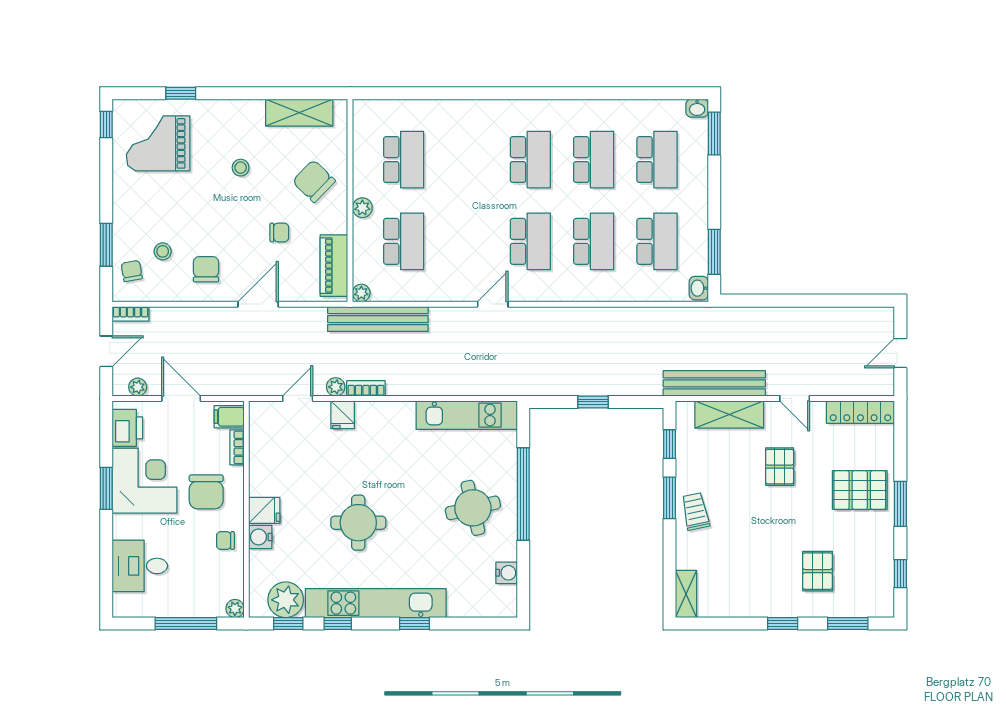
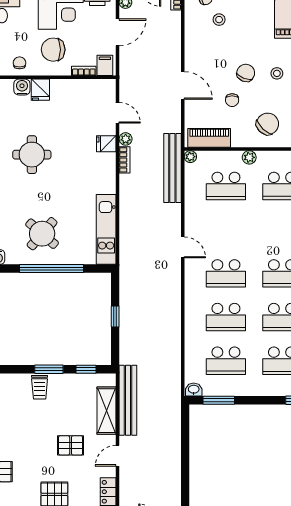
chair: (206, 269) -> (246, 73), moved, turned -68
round table: (473, 508) -> (42, 234), turned -36
trolley: (695, 512) -> (40, 387), turned 102

